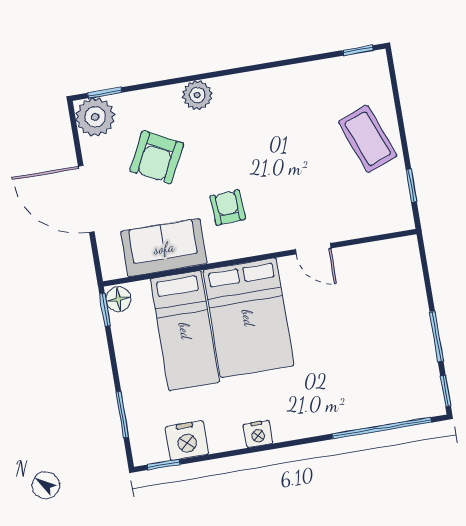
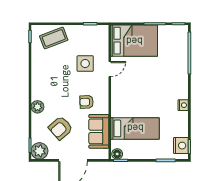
coffee table: (368, 139) -> (54, 38), moved
armchair: (157, 157) -> (61, 128), turned 112
side table: (317, 189) -> (85, 64), added
bed: (248, 318) -> (134, 41), moved
nightstand: (187, 440) -> (181, 146), moved

